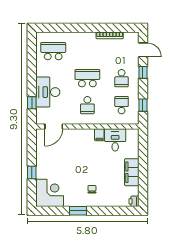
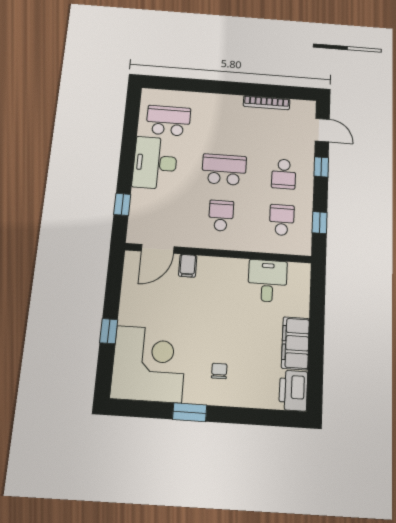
desk: (48, 92) -> (155, 163), moved
school desk: (87, 105) -> (221, 216), turned 180
filing cabinet: (99, 135) -> (188, 266), moved
corner desk: (50, 193) -> (149, 364), width x1.36, depth x1.36
printer: (134, 201) -> (293, 391), width x1.87, depth x1.48

